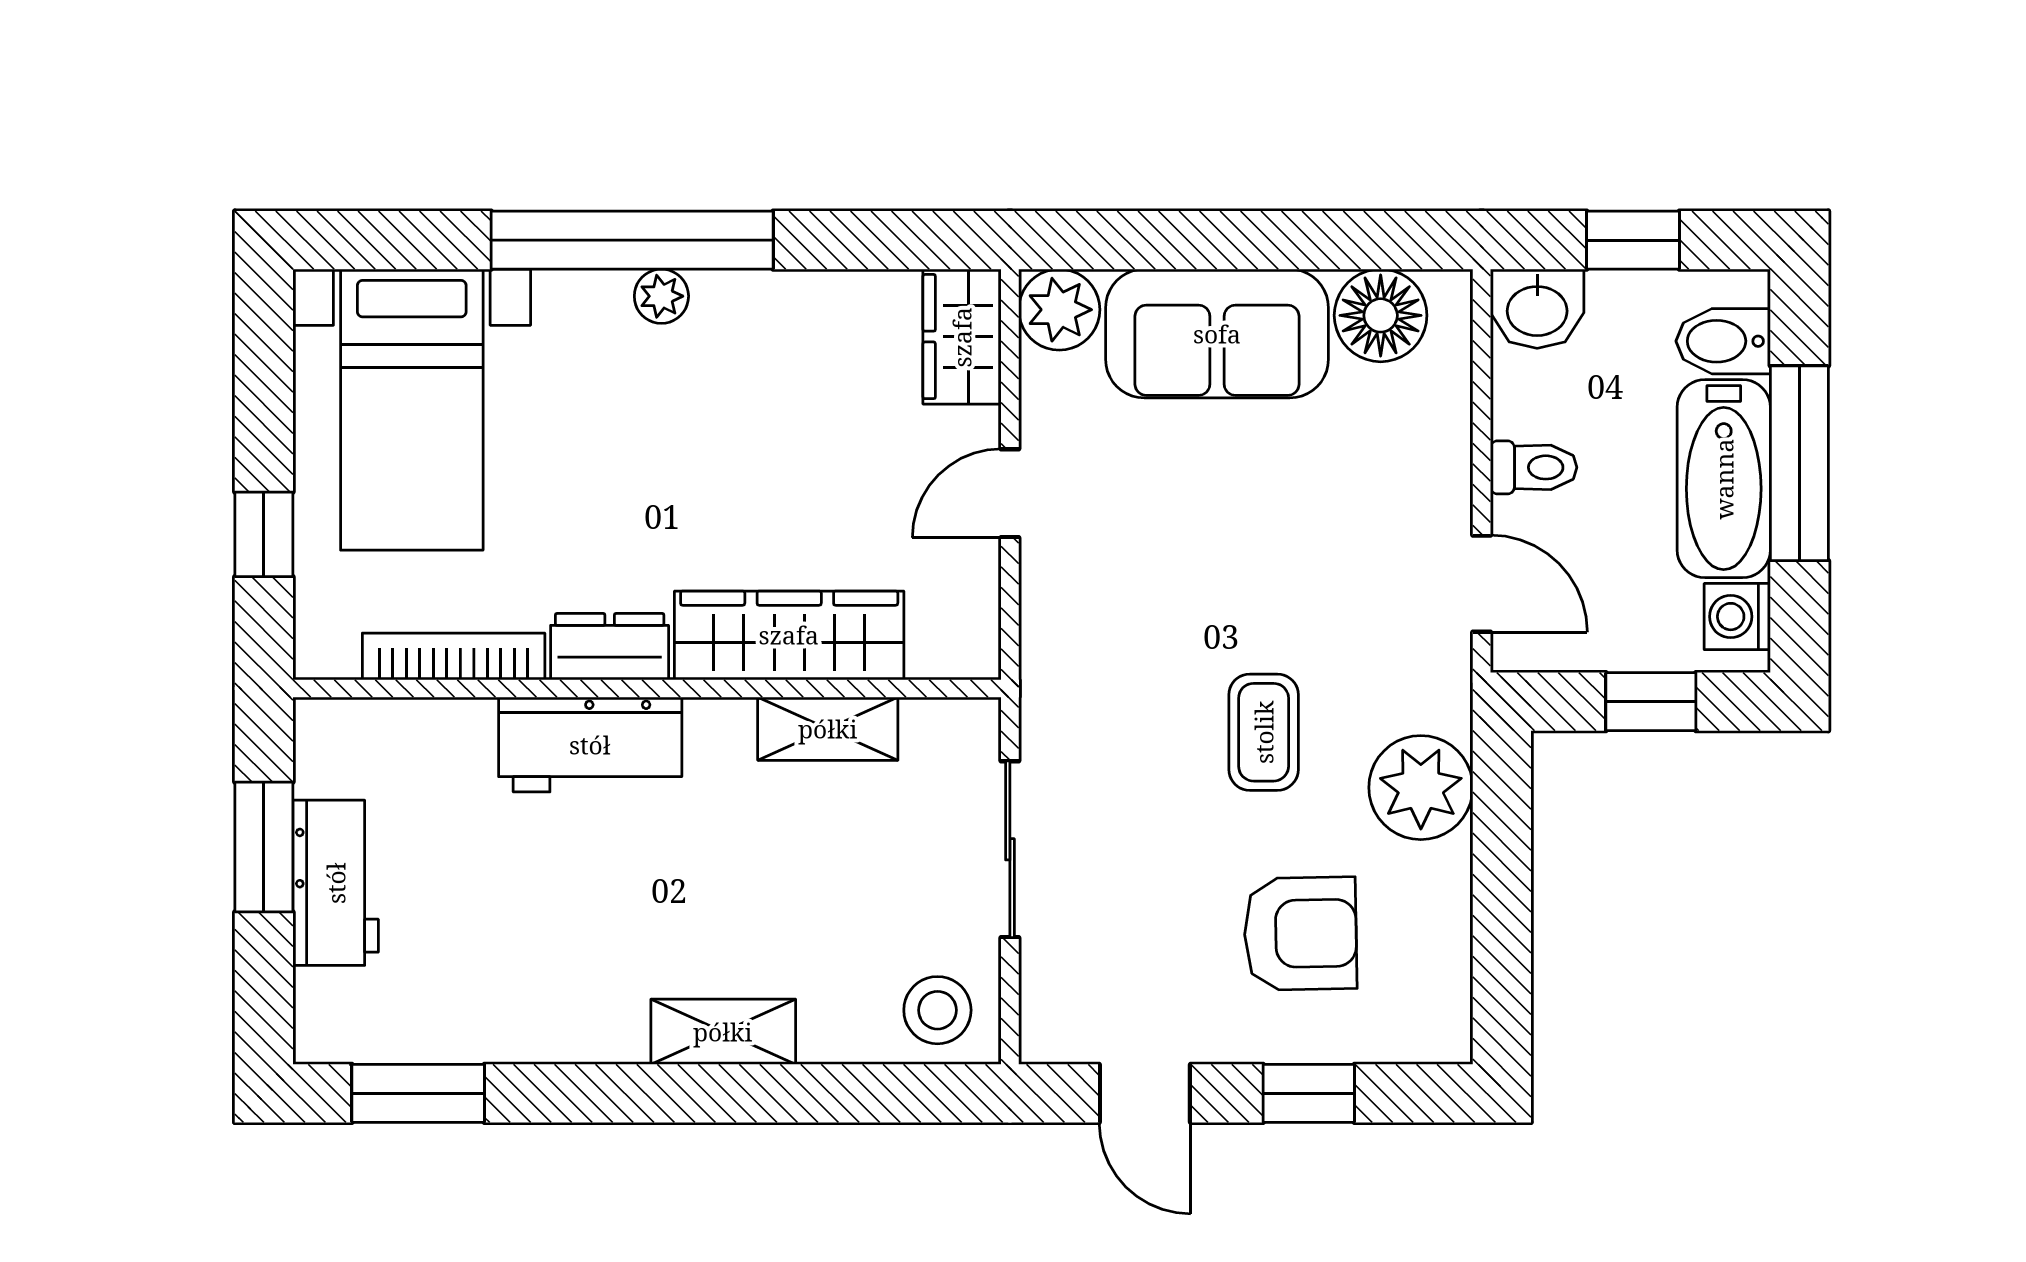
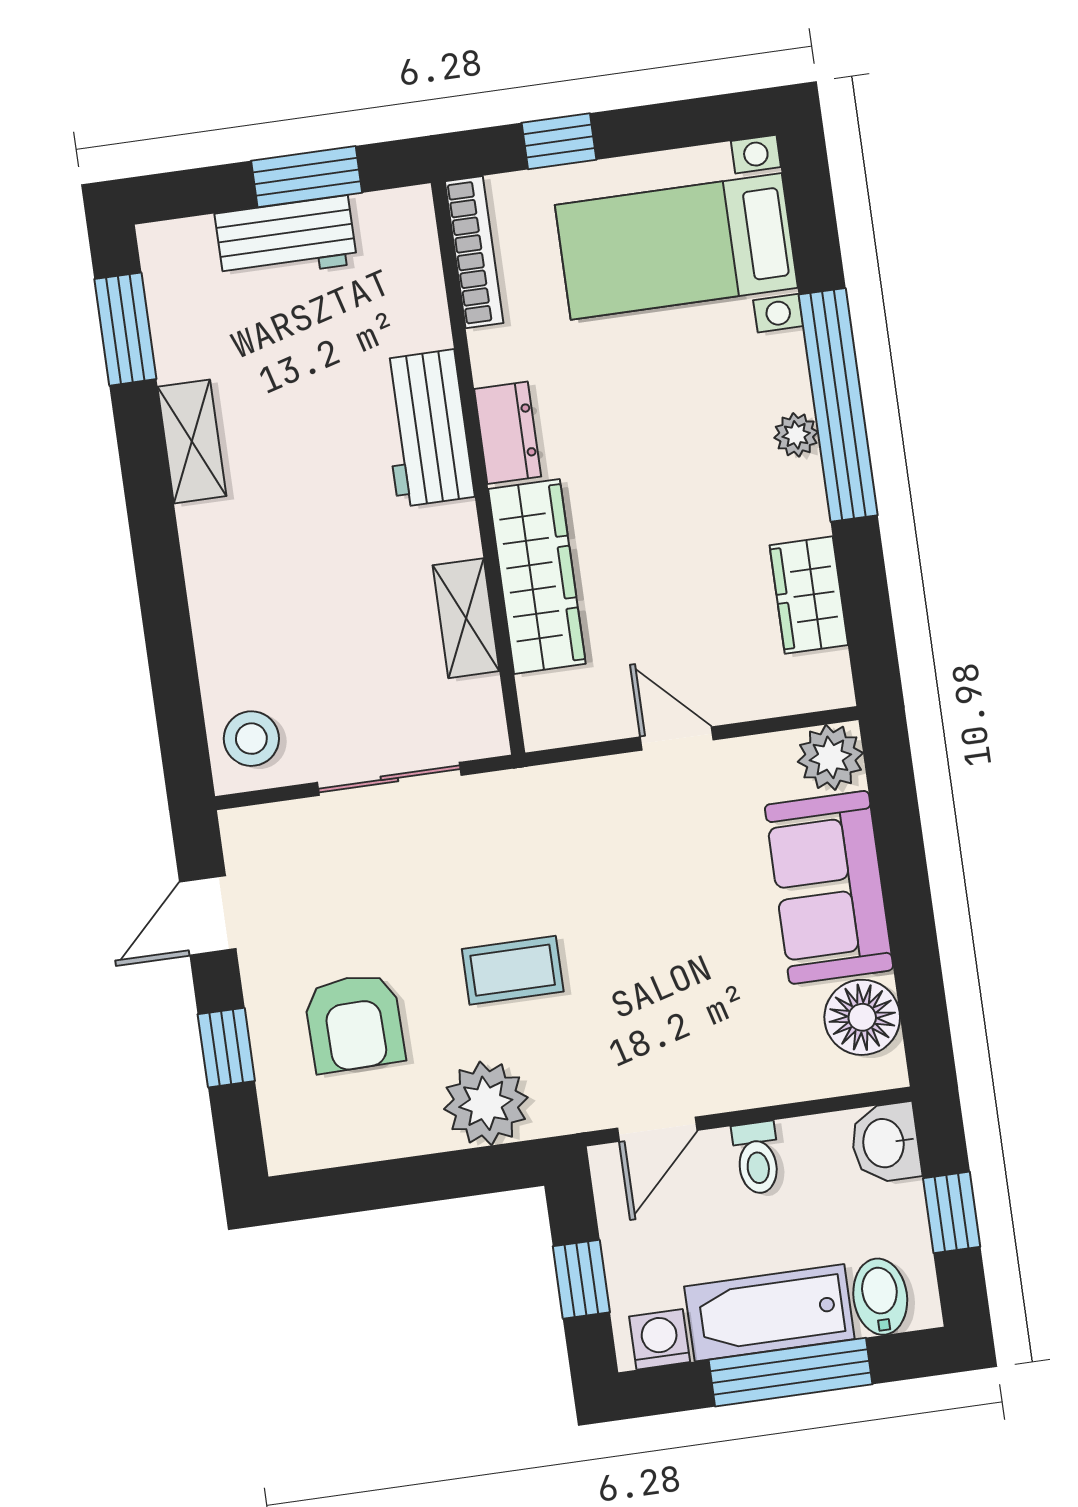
wardrobe: (962, 337) -> (809, 595), moved, turned -90
bookcase: (454, 656) -> (474, 252), moved
shelving: (723, 1032) -> (192, 441), moved

